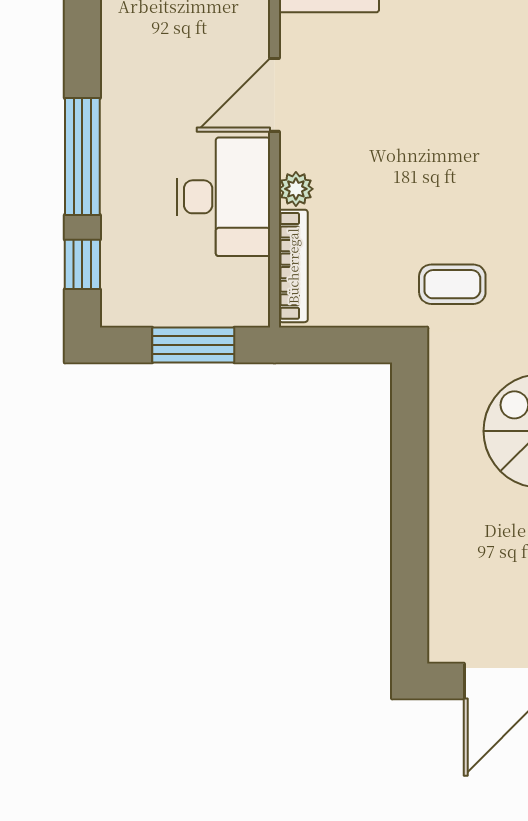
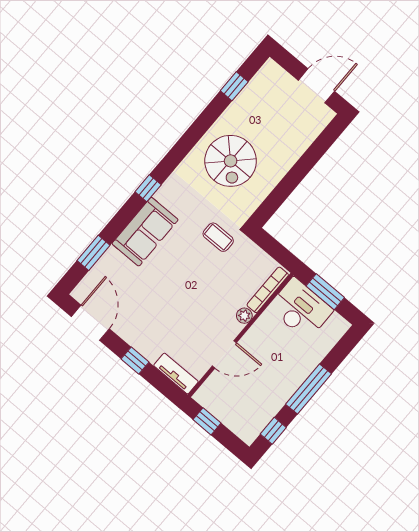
desk: (223, 197) -> (301, 309), moved, turned 90
window: (82, 264) -> (273, 431), moved

